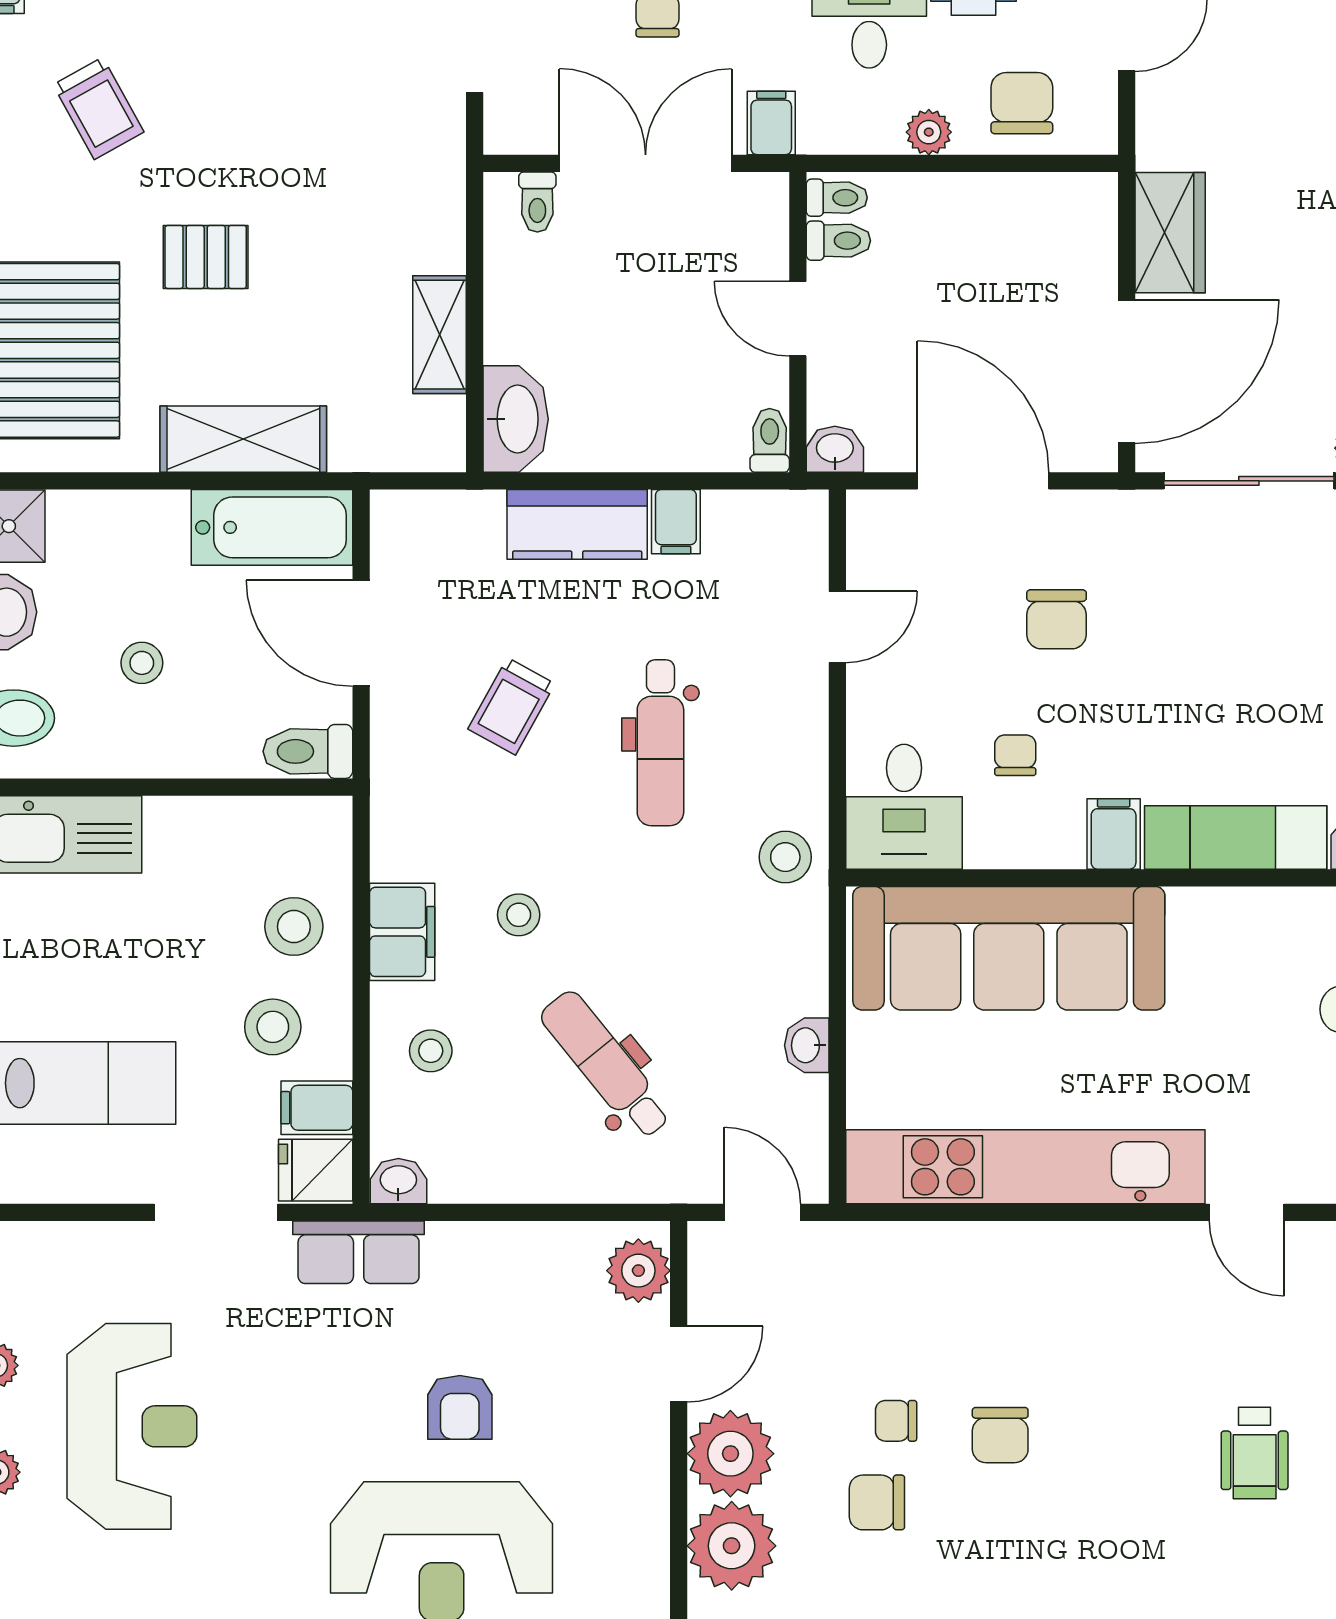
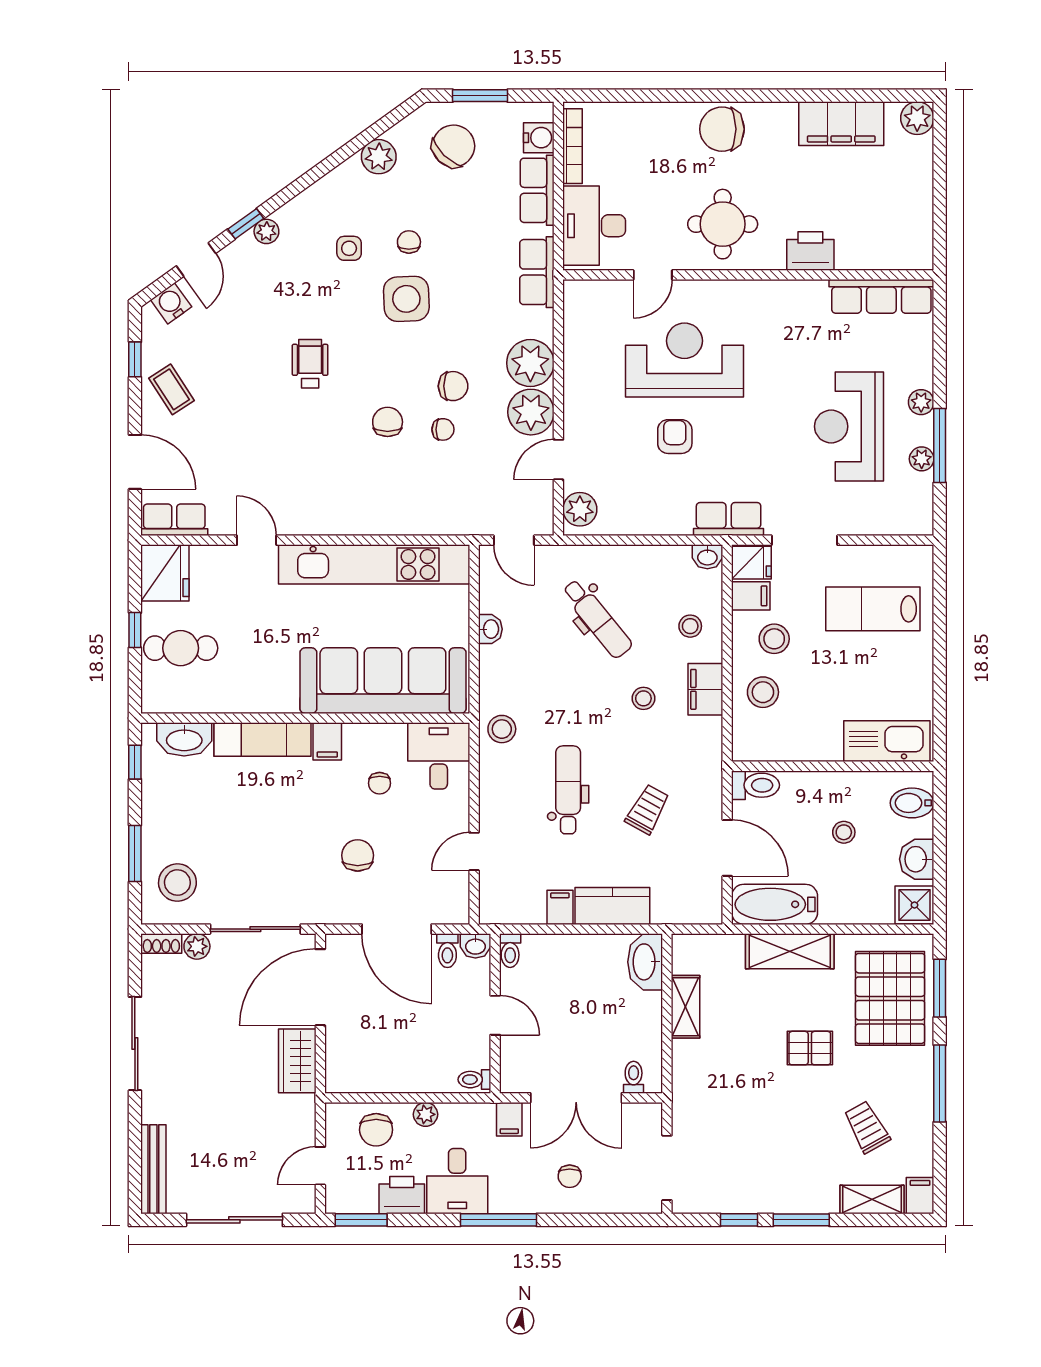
toilet: (838, 241) -> (447, 951), moved, turned -90
wheelchair: (1255, 1453) -> (310, 364), moved

